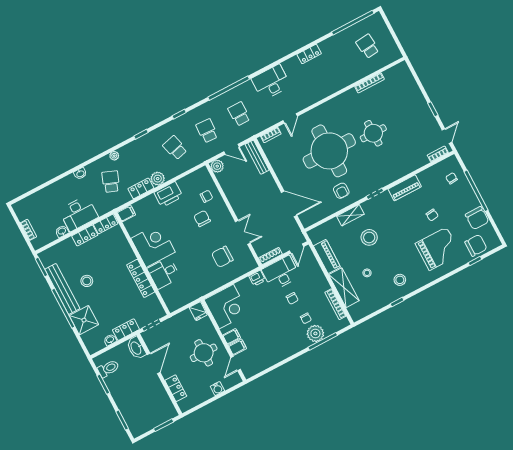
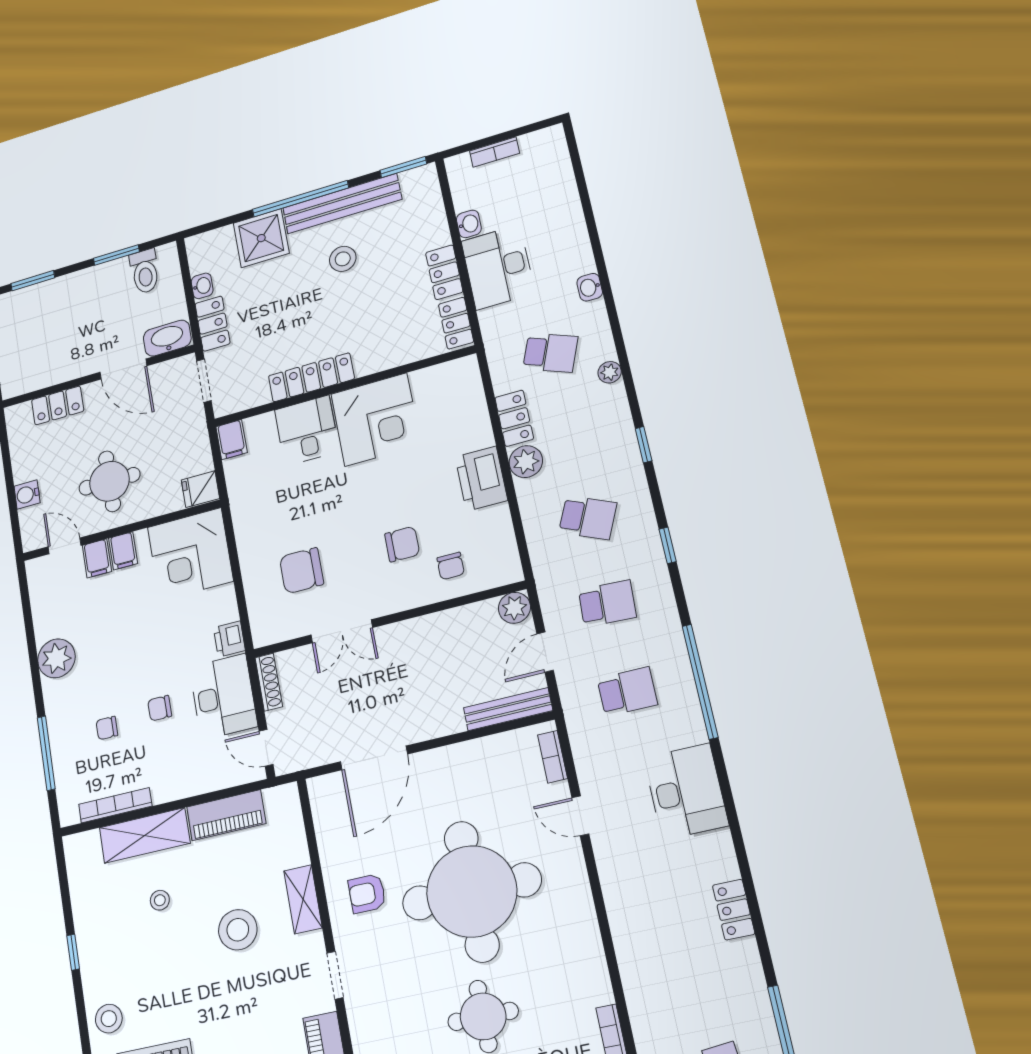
school desk: (175, 148) -> (588, 518), turned 39
filing cabinet: (126, 213) -> (232, 440), moved
chair: (222, 257) -> (301, 571), turned -90
stool: (400, 280) -> (109, 1019), moved
plant: (315, 333) -> (56, 658), moved

